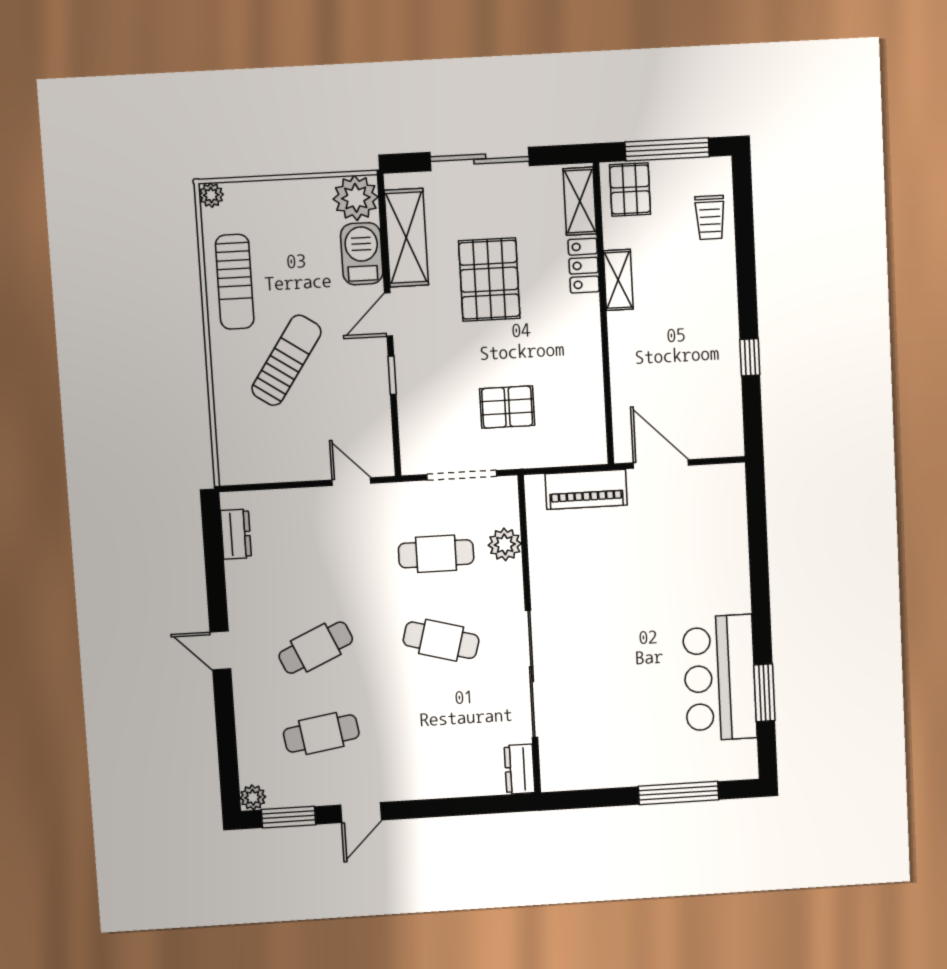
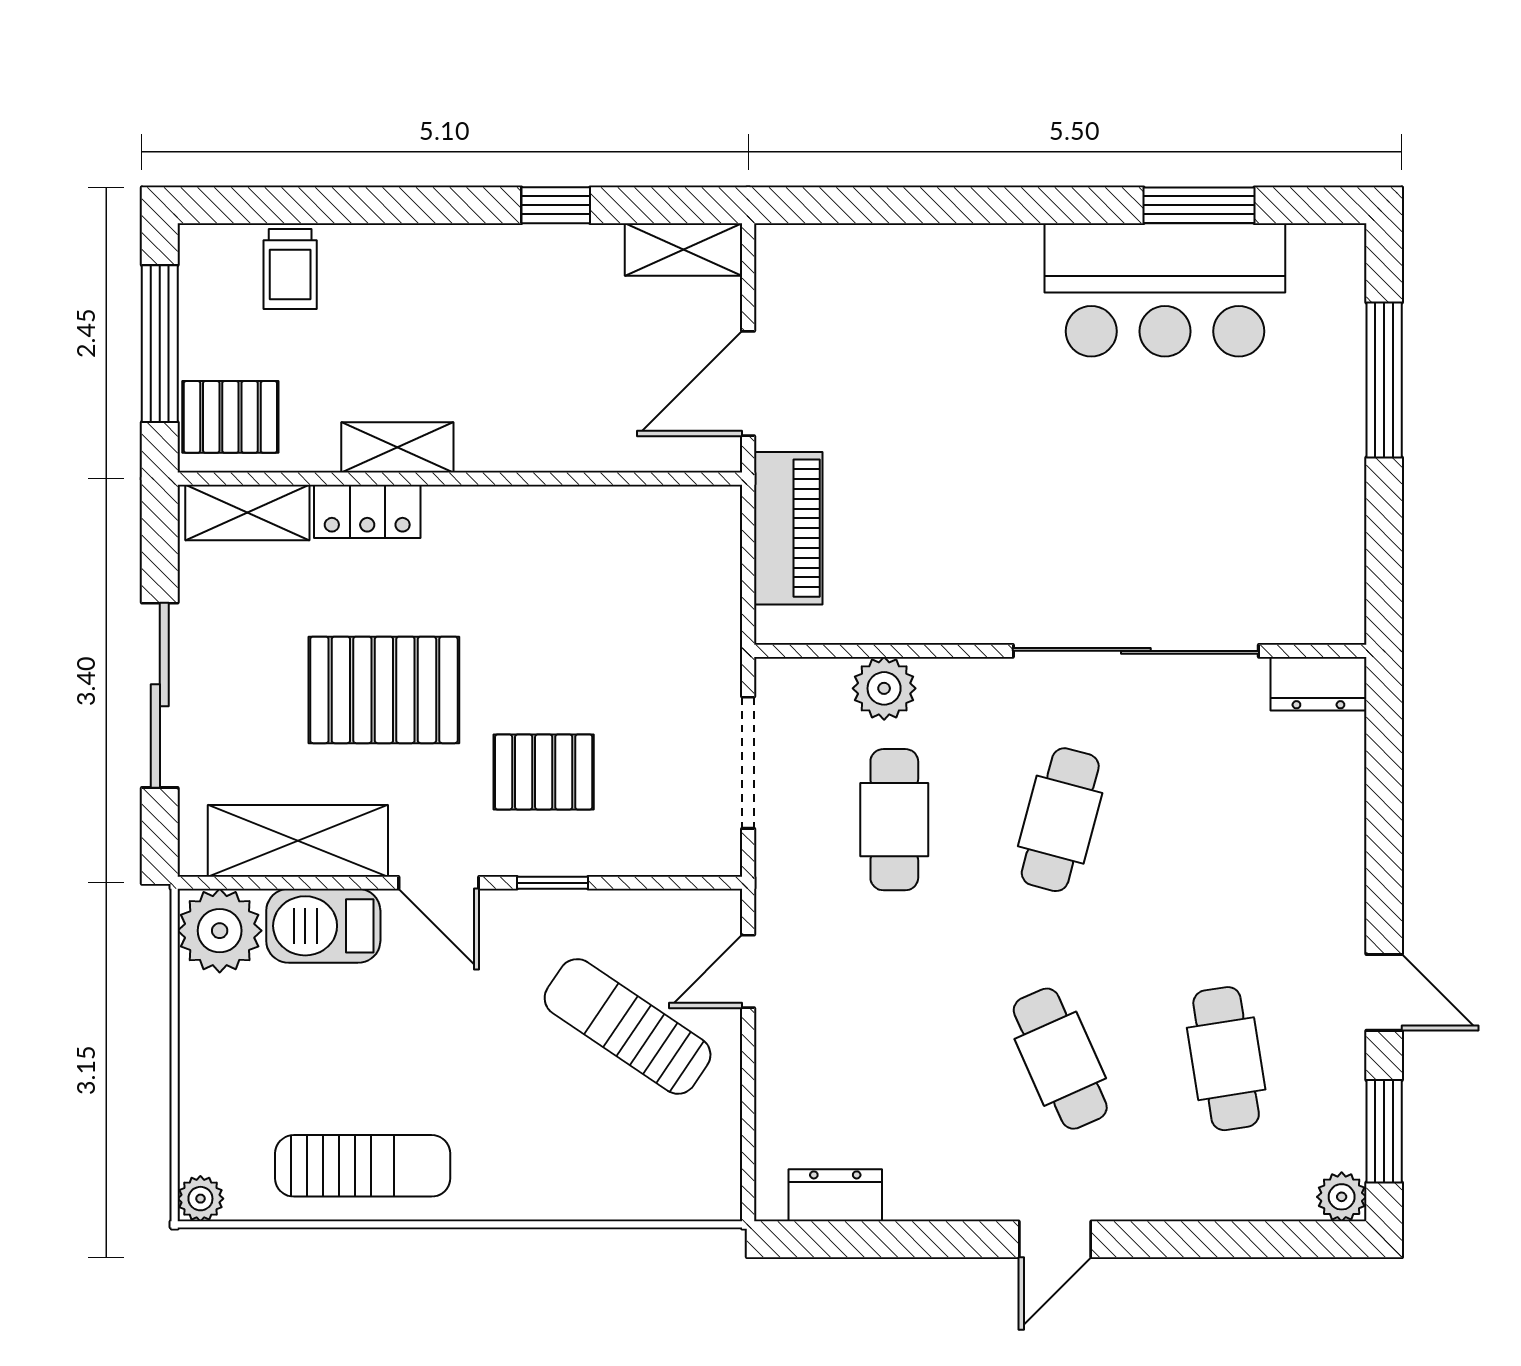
trolley: (710, 217) -> (290, 269), turned 90
sun lounger: (286, 360) -> (628, 1026), moved
pallet: (507, 407) -> (544, 772), moved, turned 90
shelving: (730, 426) -> (684, 249), added

